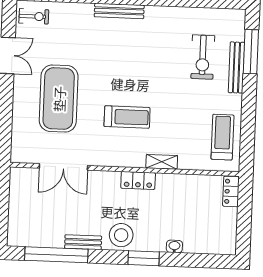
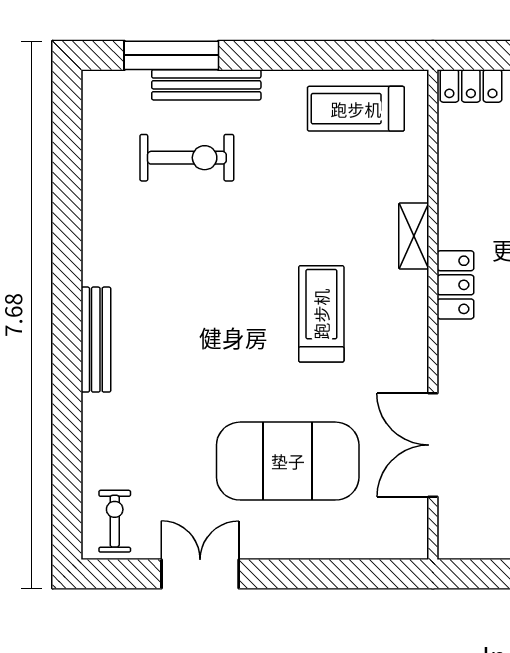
double door: (63, 167) -> (433, 445), swing flipped

